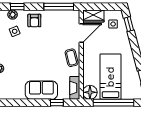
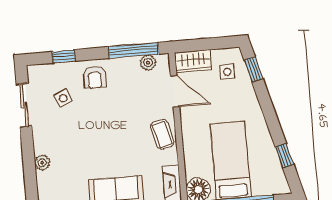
plant: (13, 15) -> (148, 63), moved
door: (81, 33) -> (175, 91), hinge flipped

